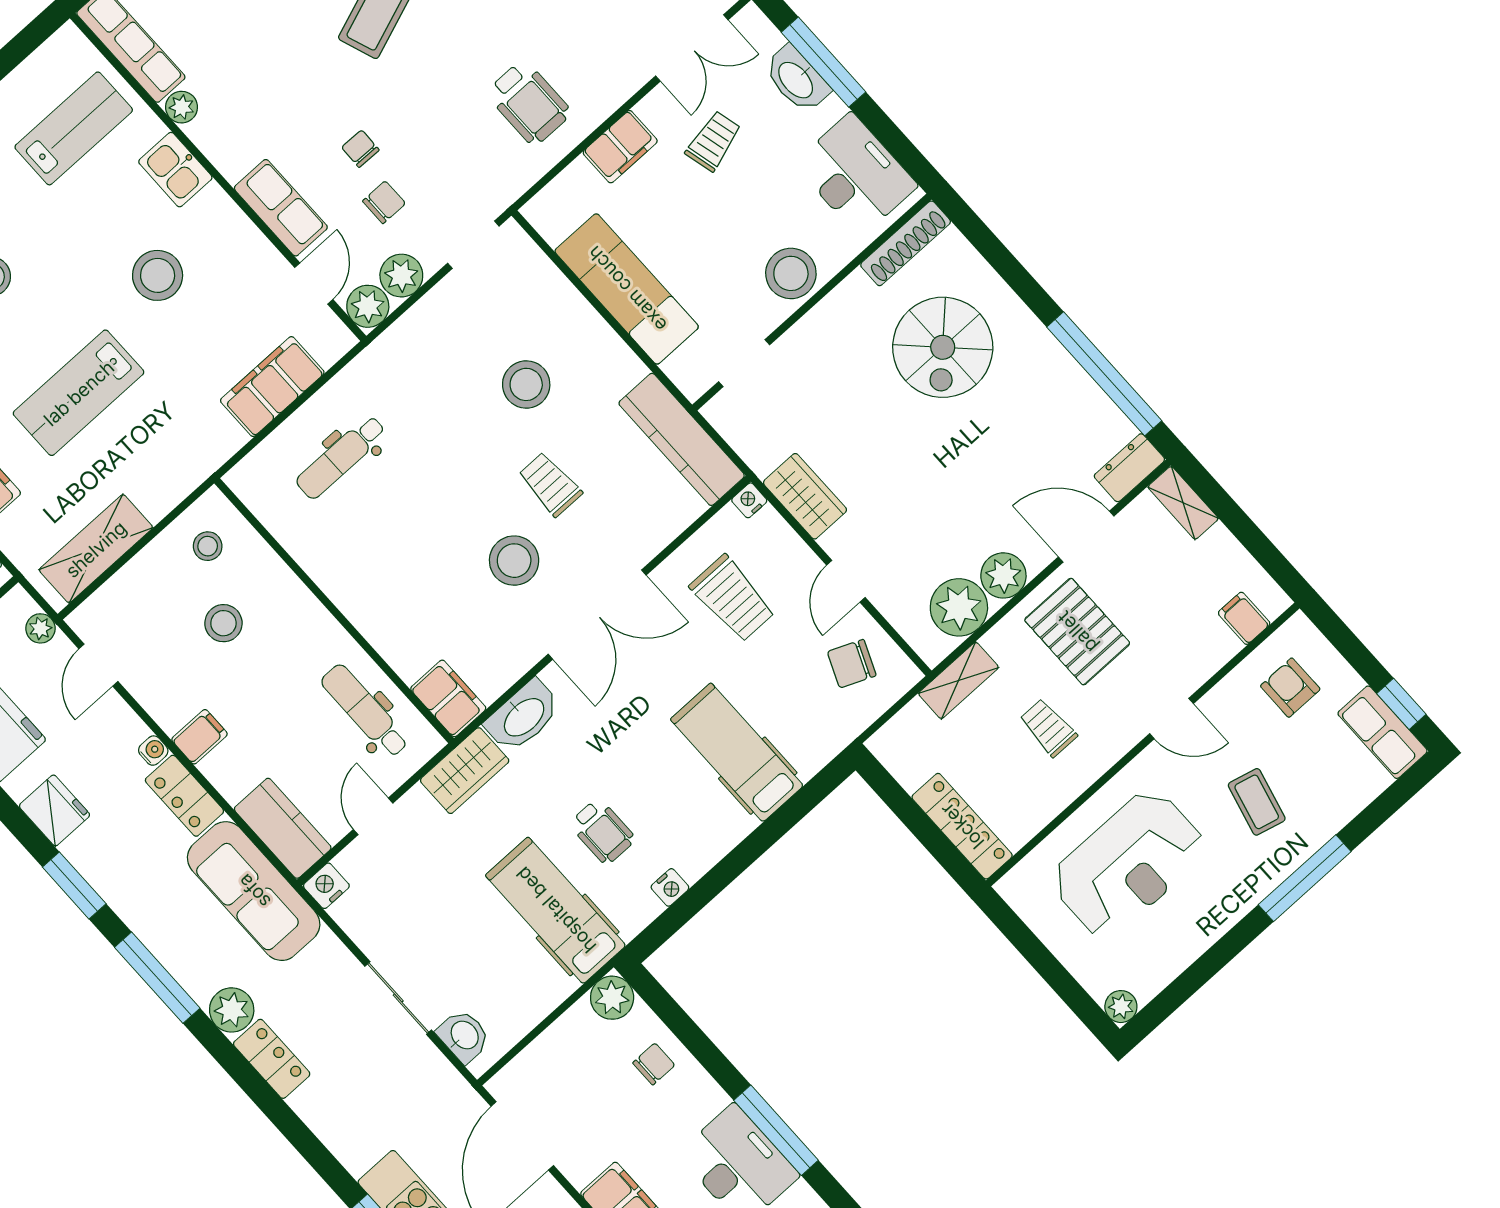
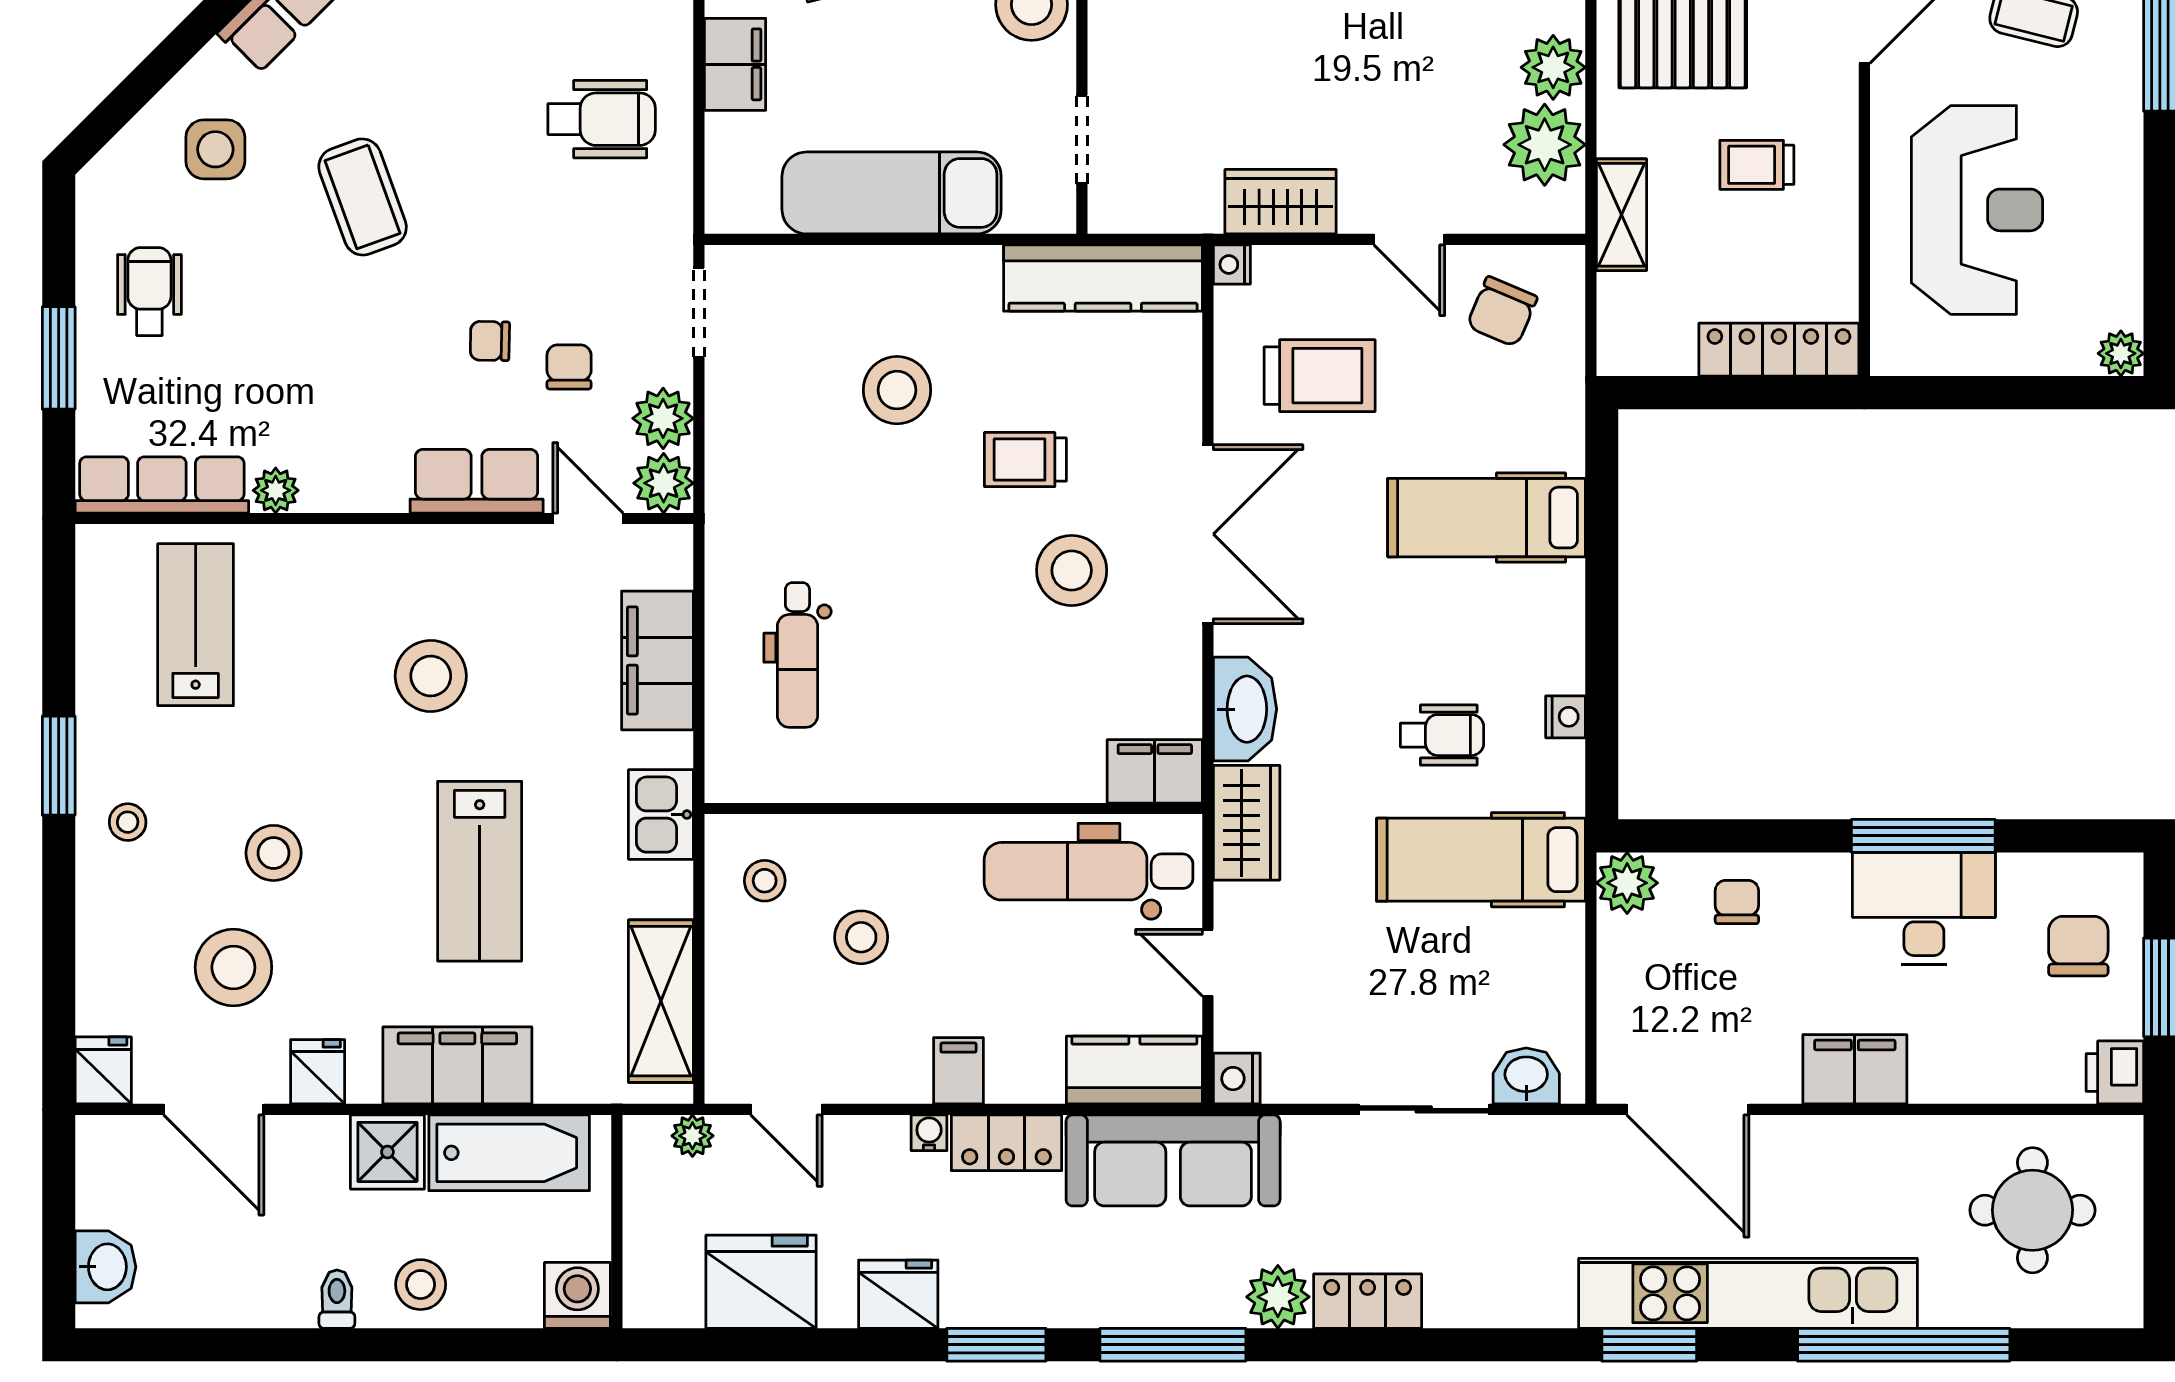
kitchen sink: (175, 170) -> (661, 815), moved, turned 90
dental chair: (365, 711) -> (1089, 871), width x1.36, depth x1.38

